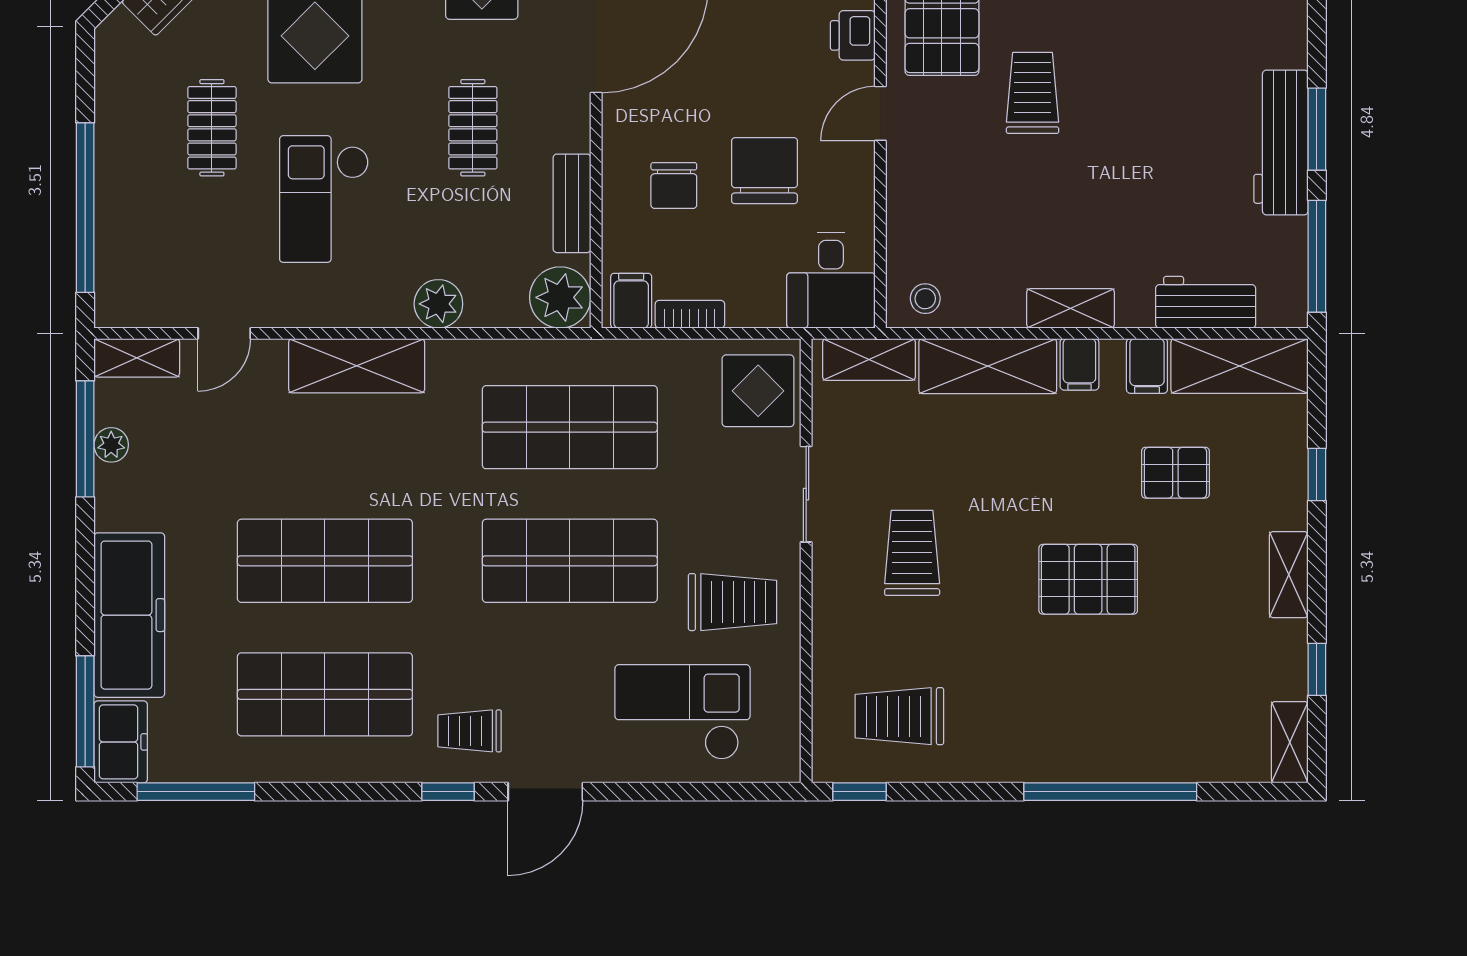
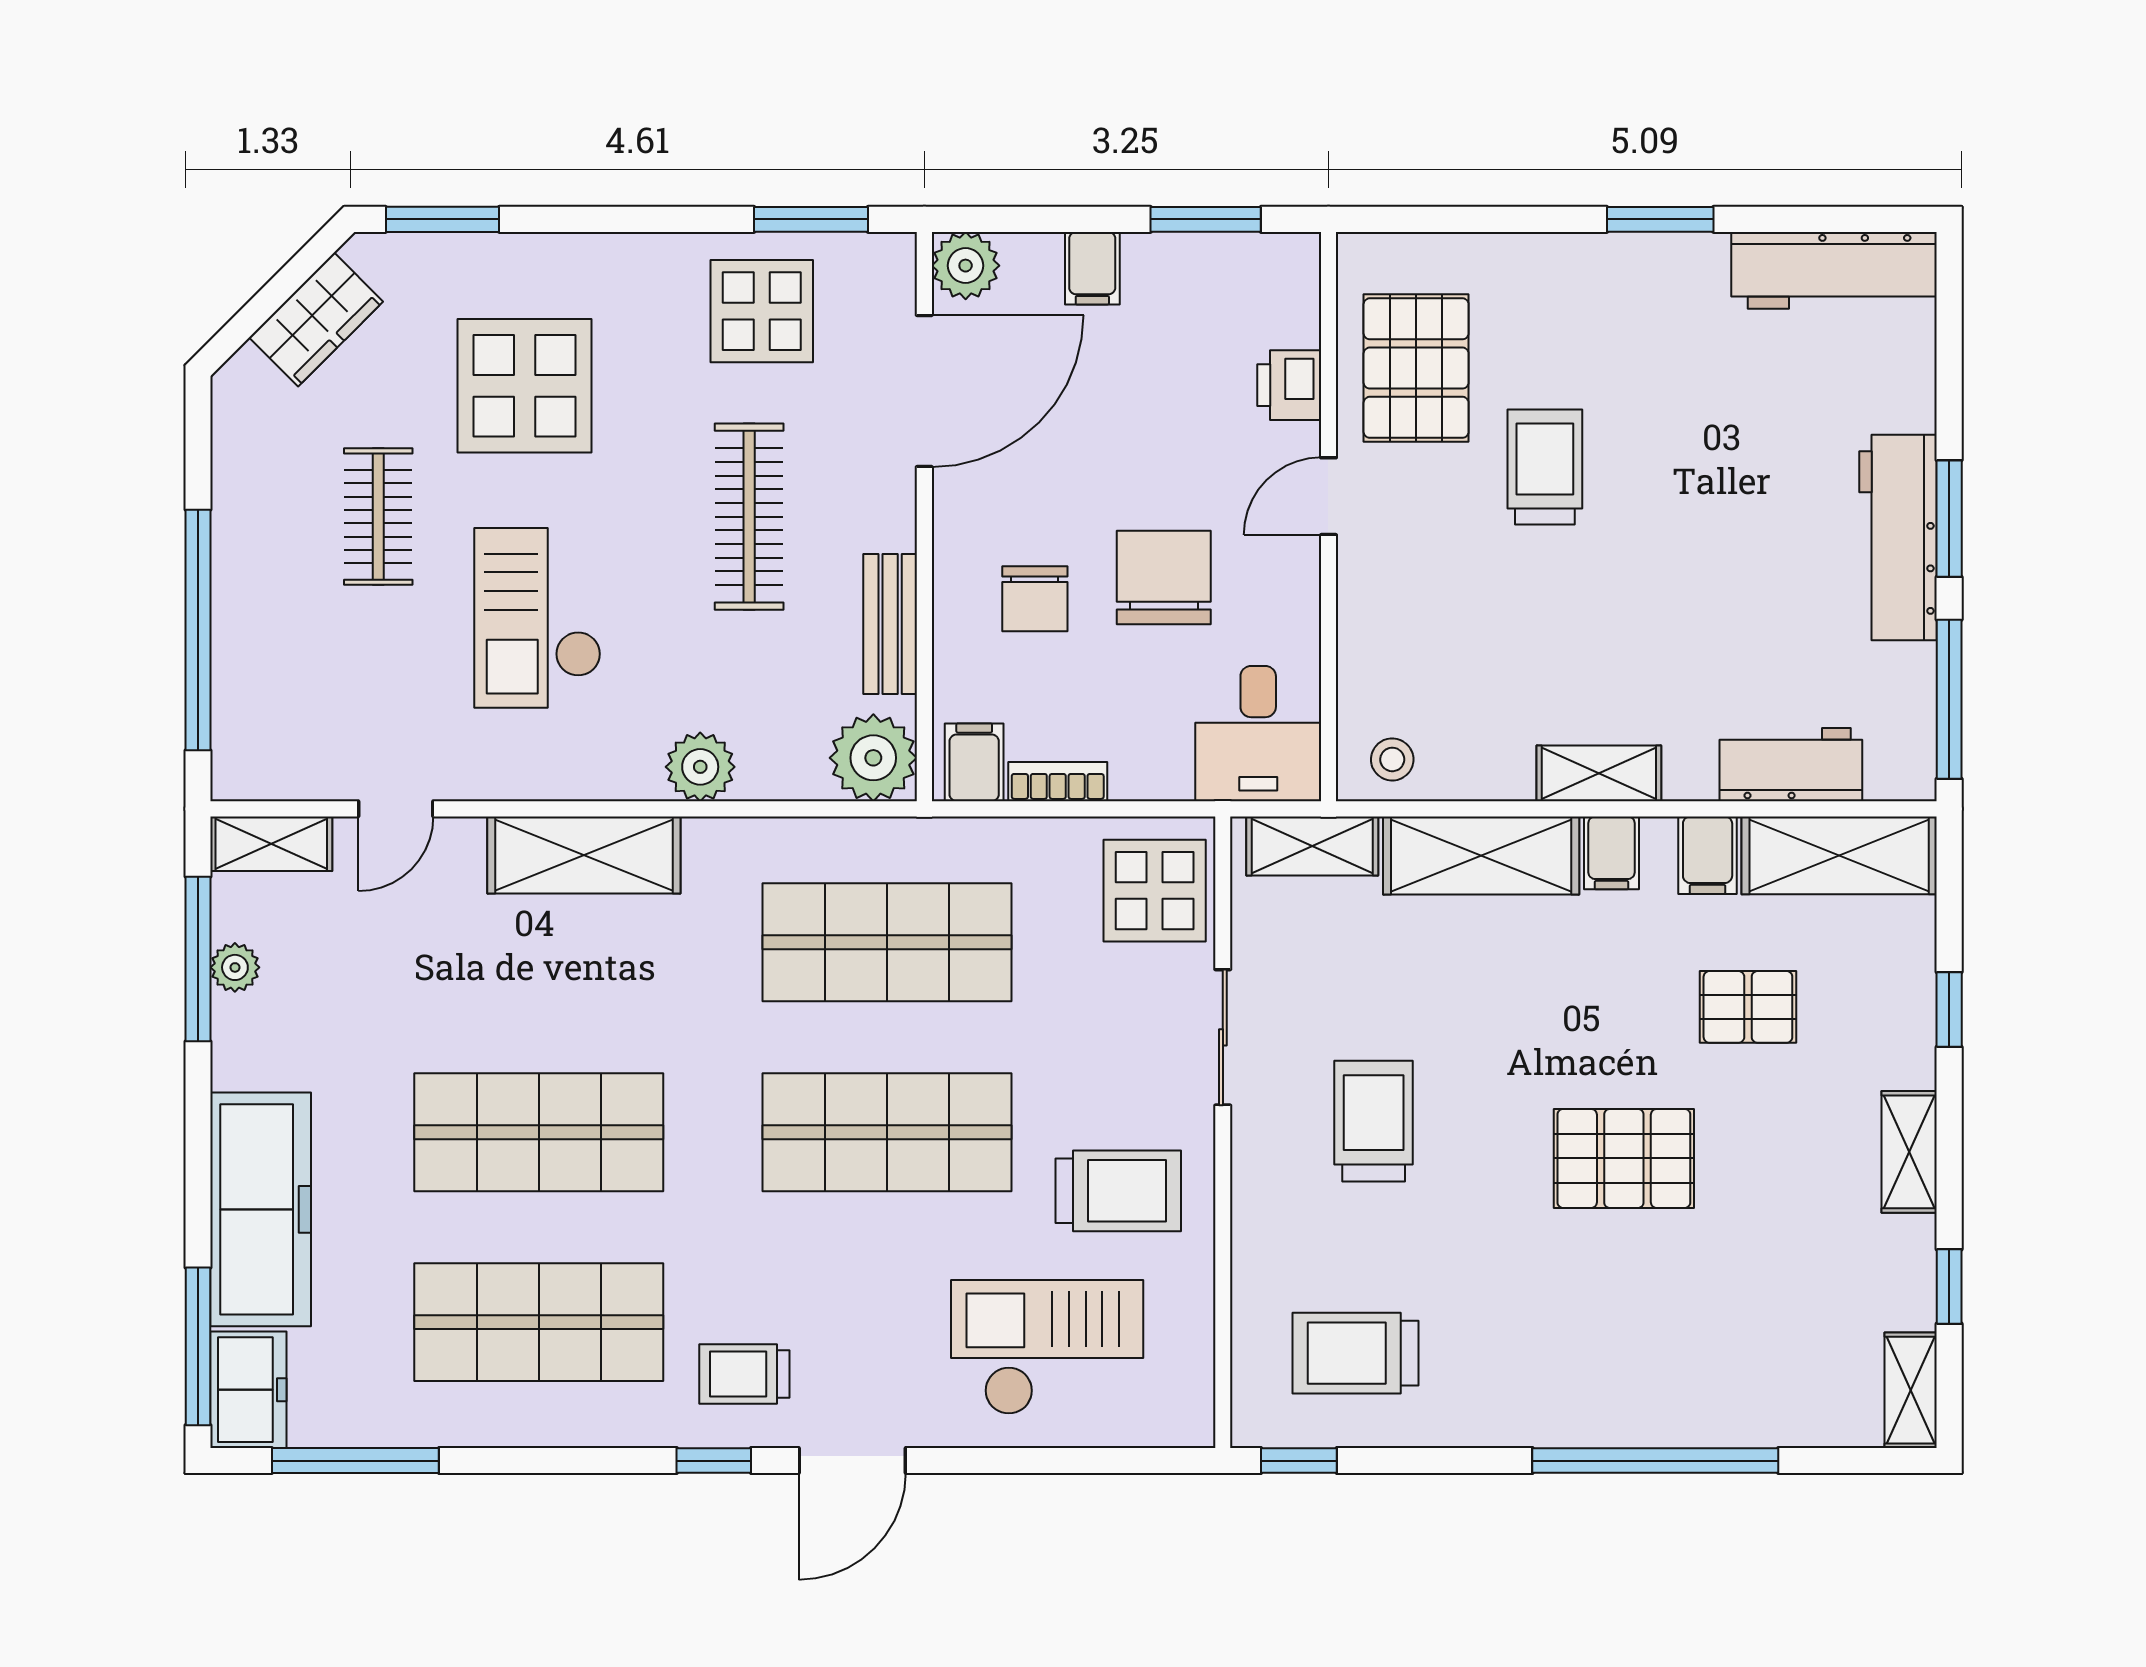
clothes rail: (473, 128) -> (749, 517), width x1.36

